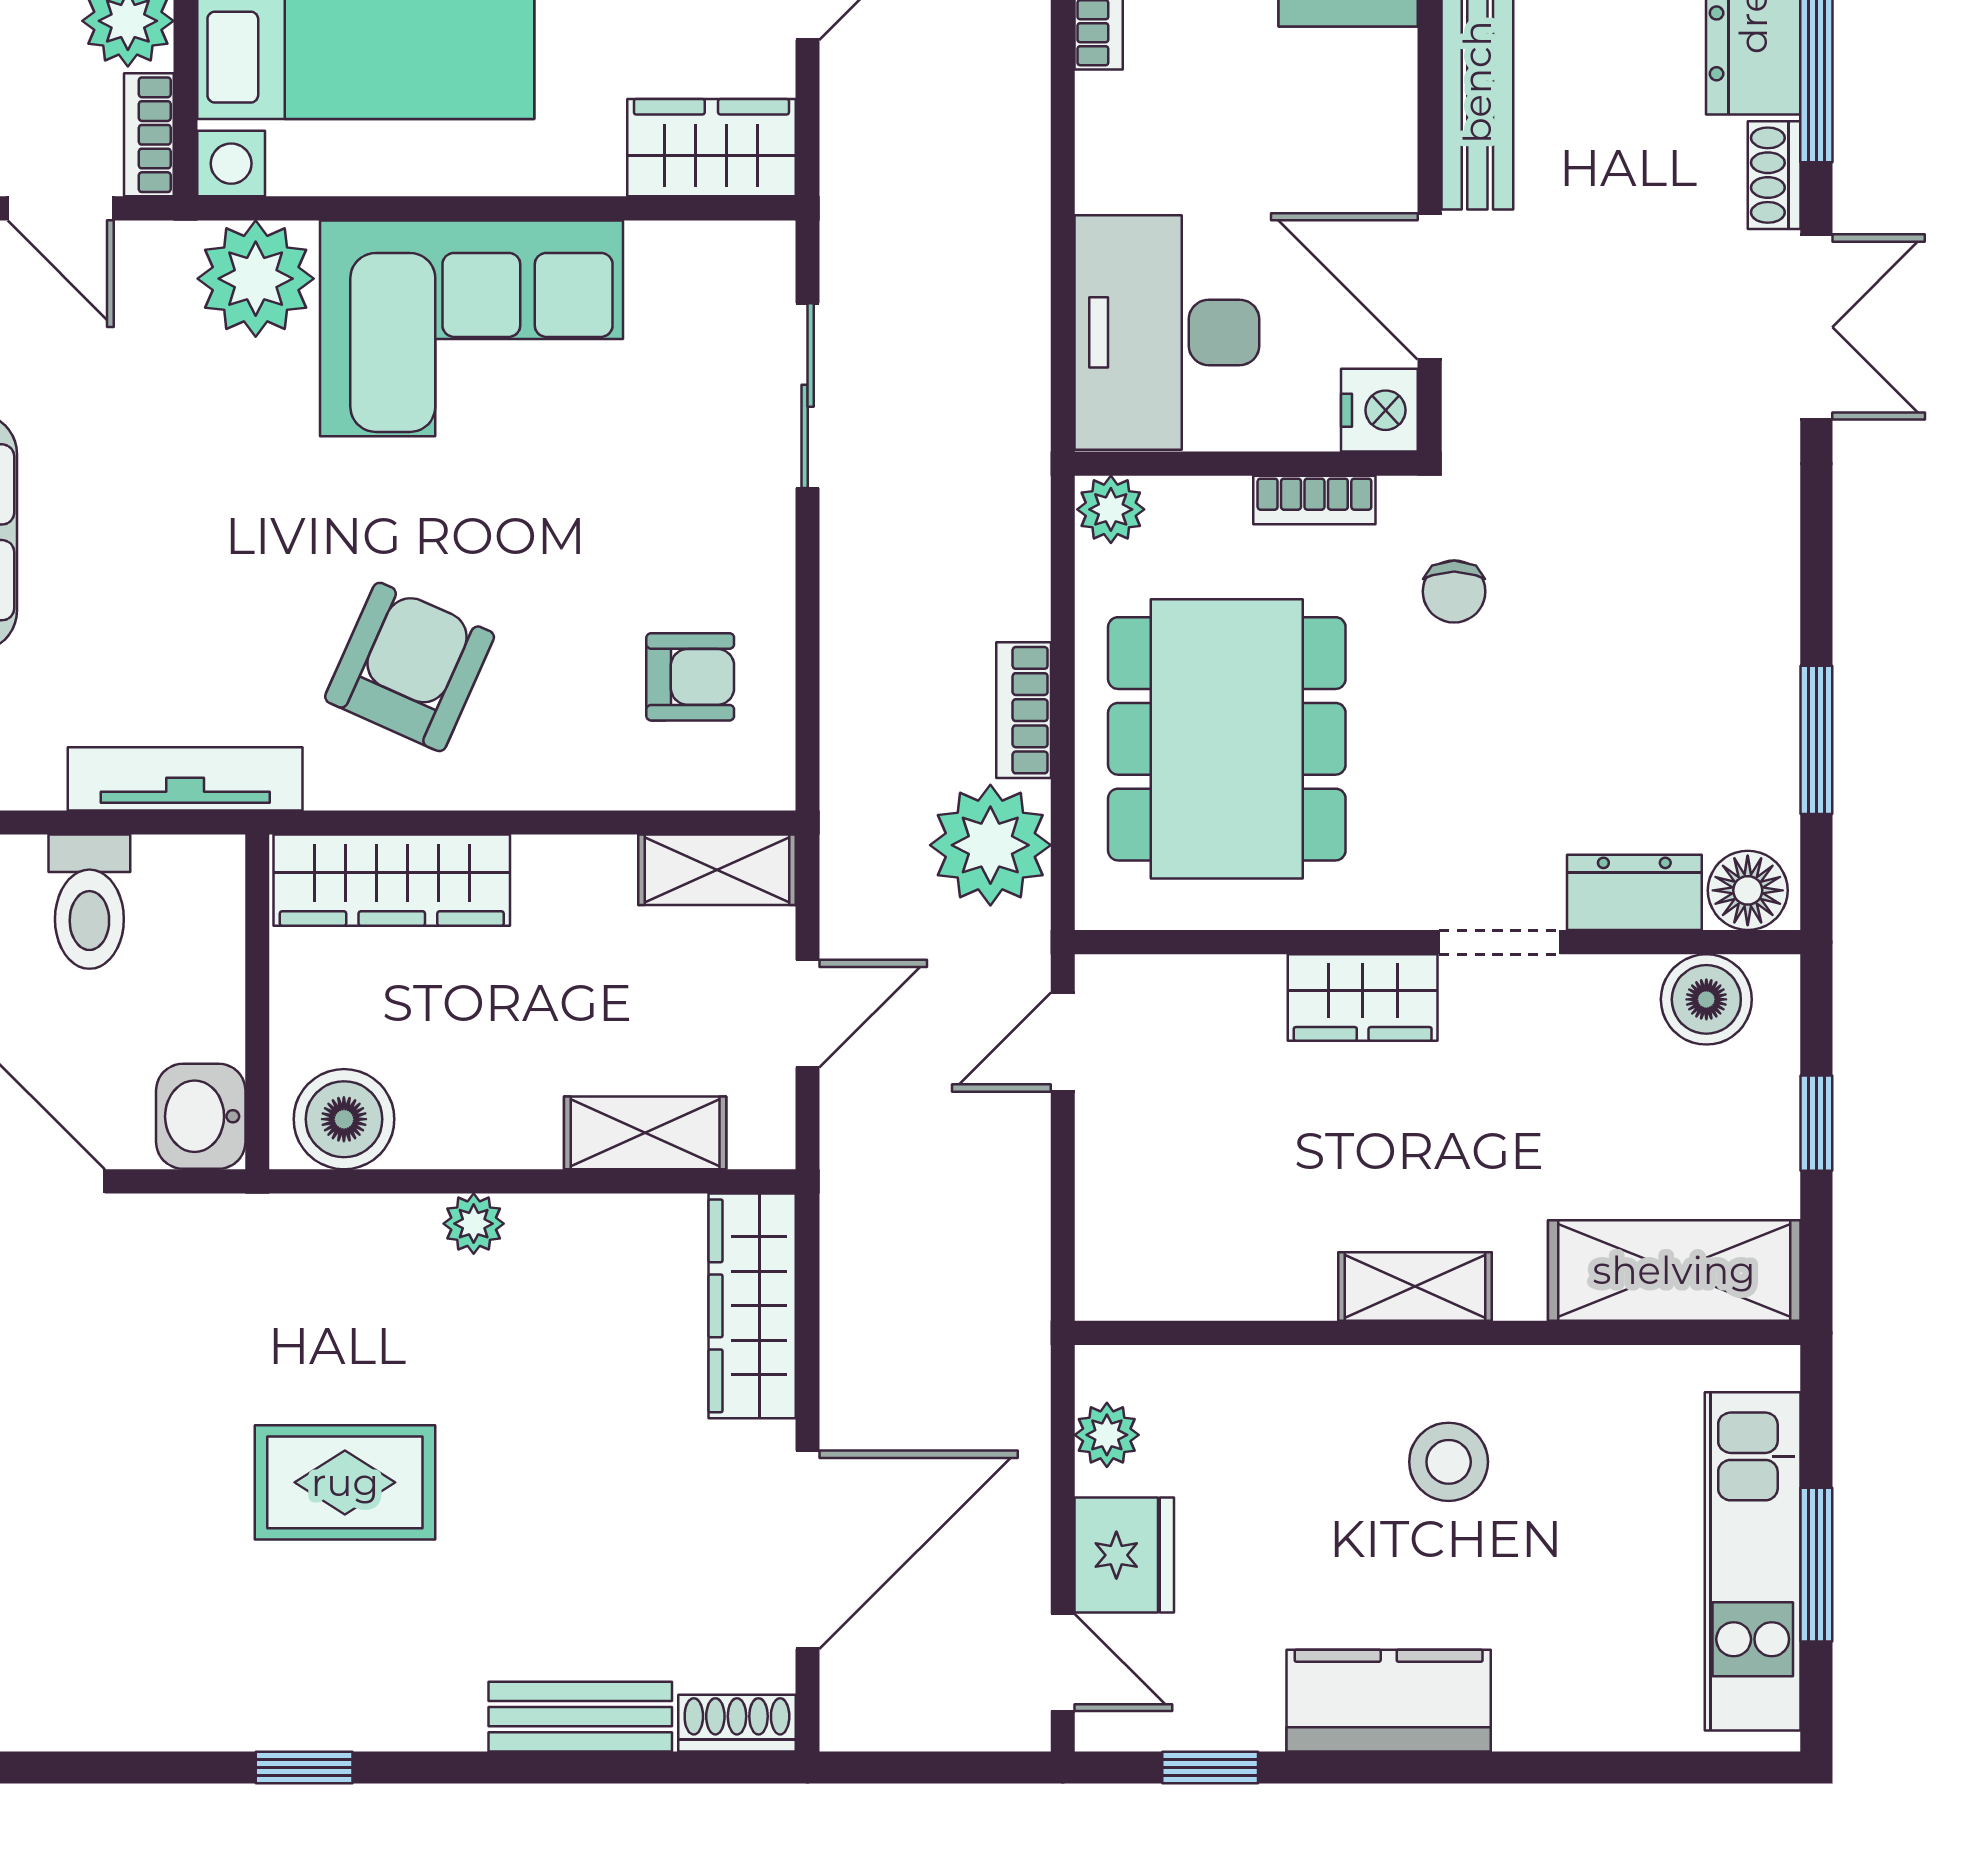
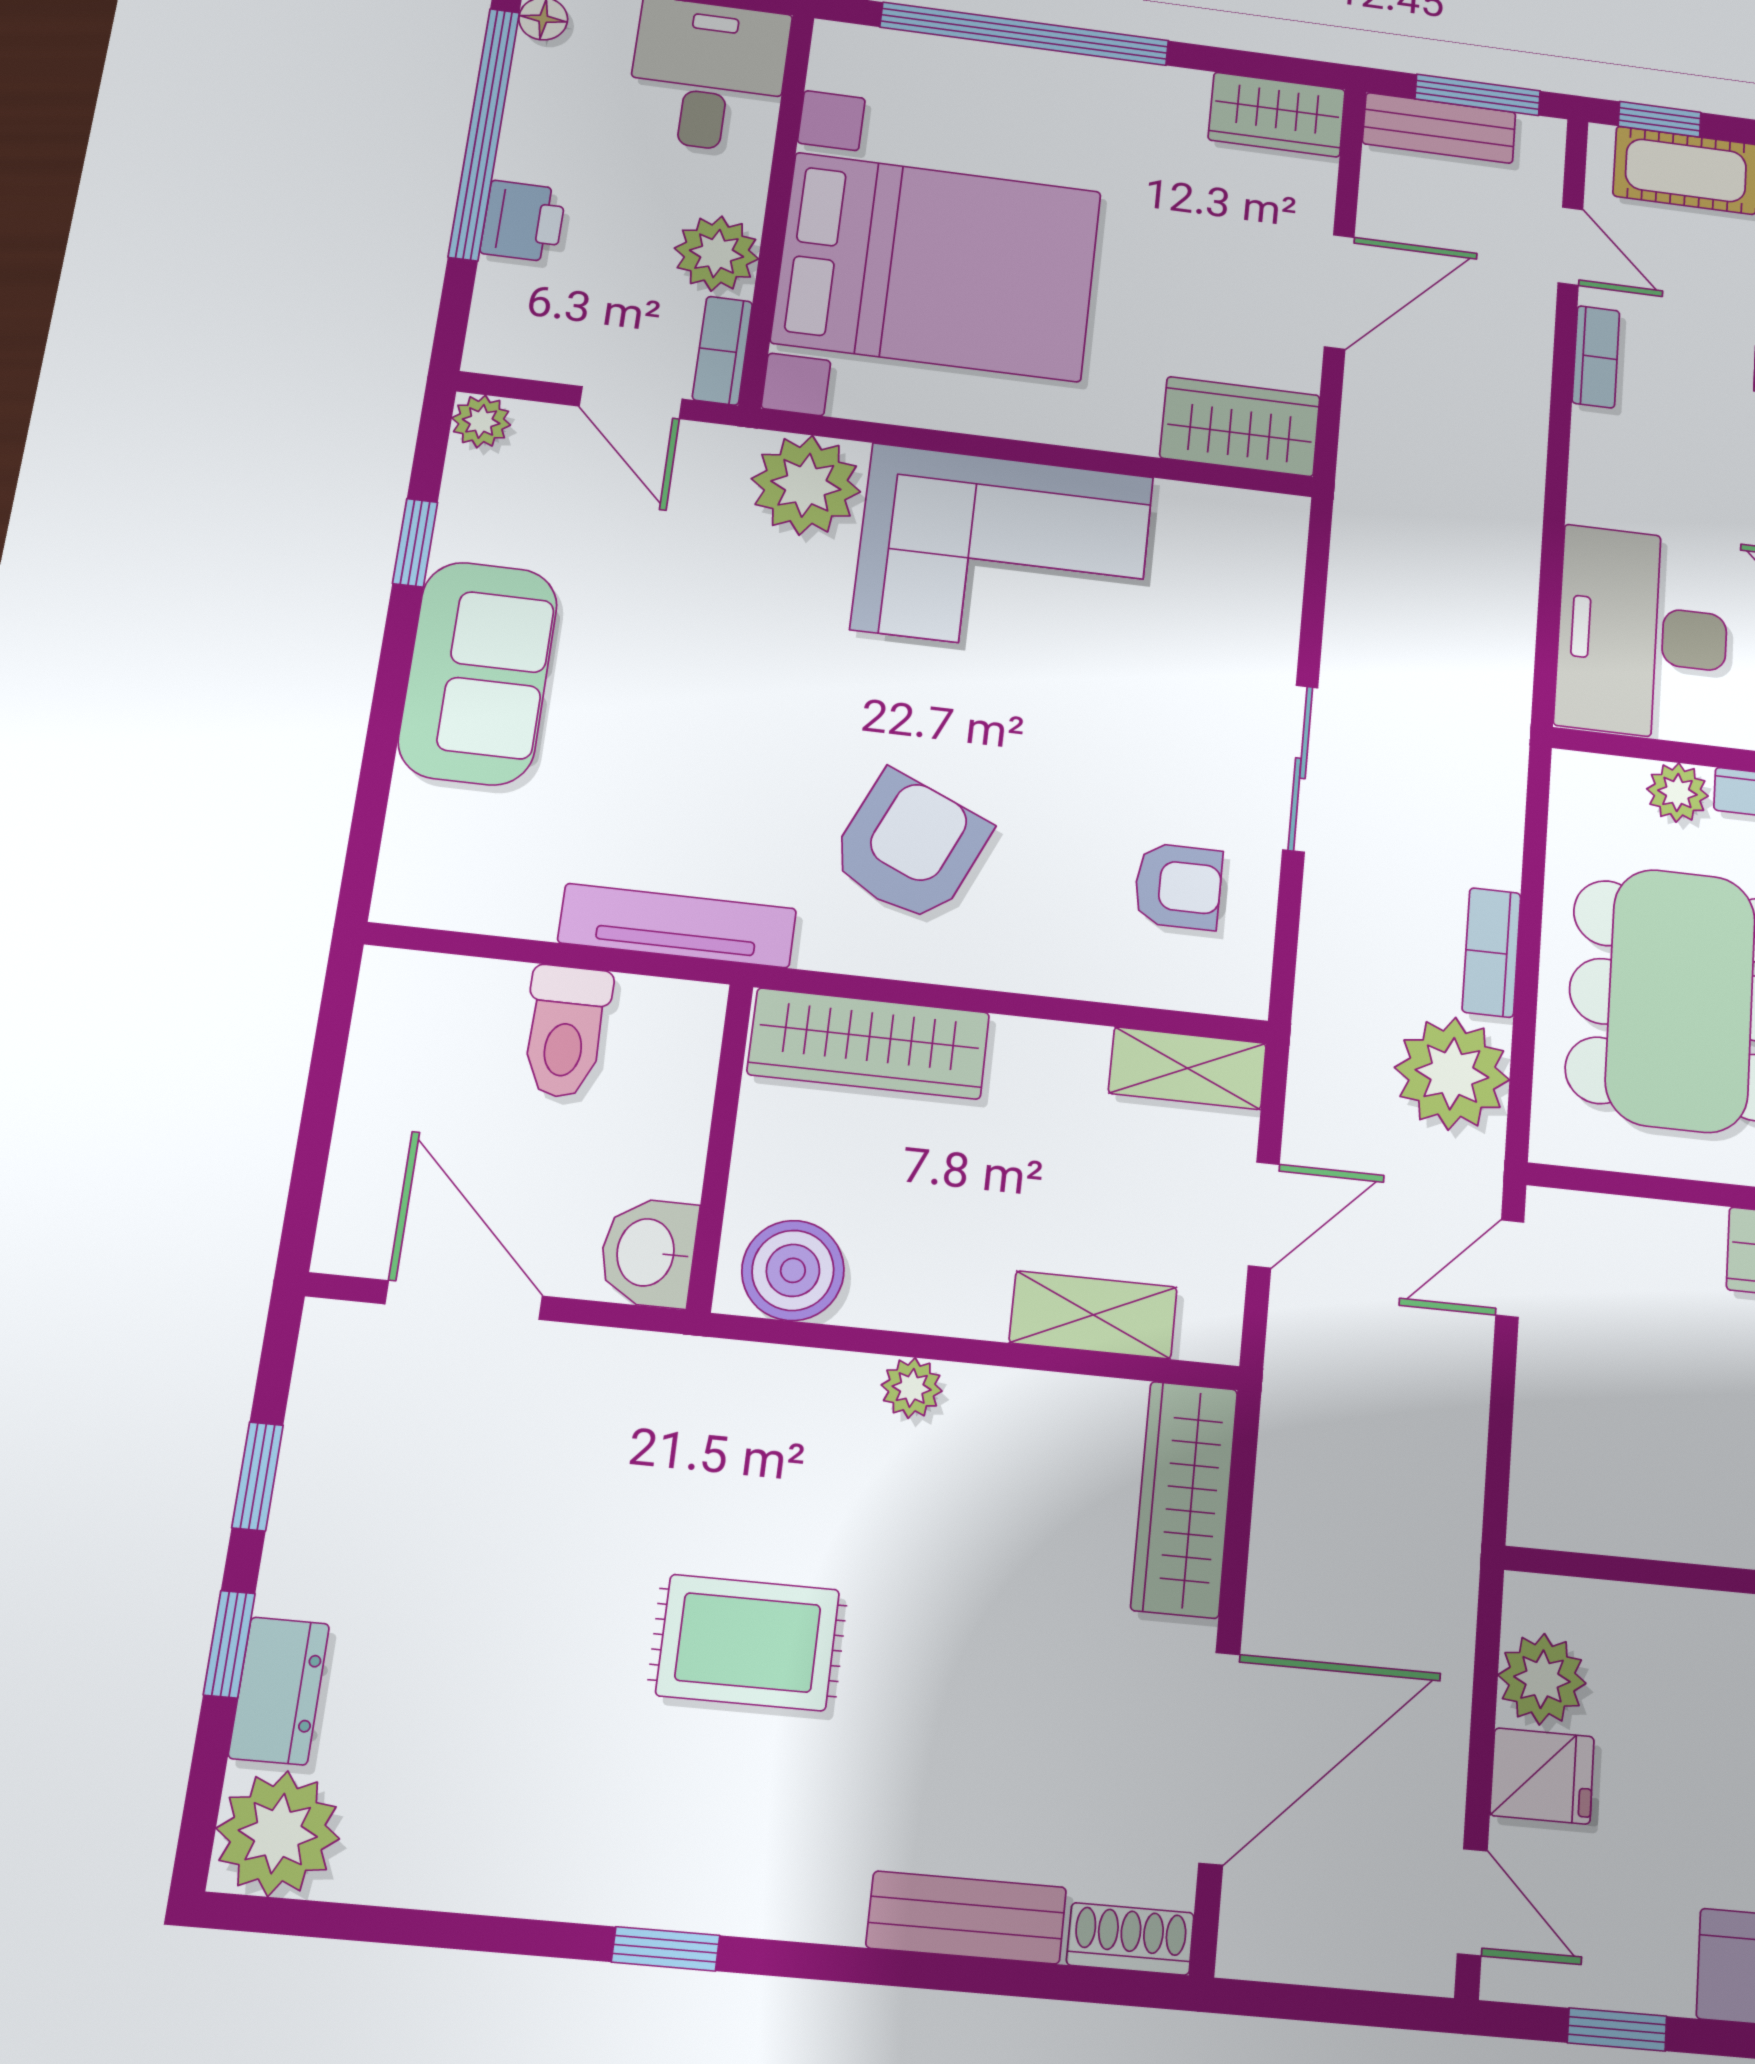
sliding door: (808, 396) -> (1300, 768), moved
plant: (1111, 509) -> (1677, 792), moved
plant: (1107, 1435) -> (1542, 1679), width x1.38, depth x1.38
fridge: (1124, 1555) -> (1542, 1776), width x0.72

